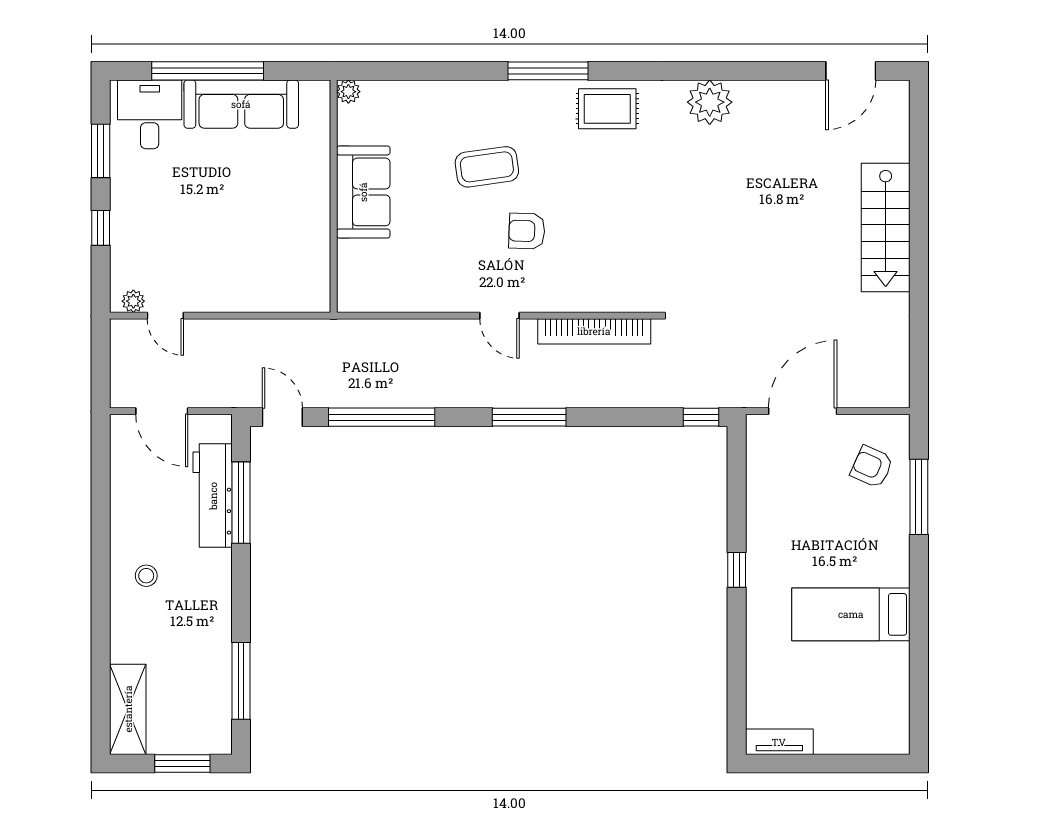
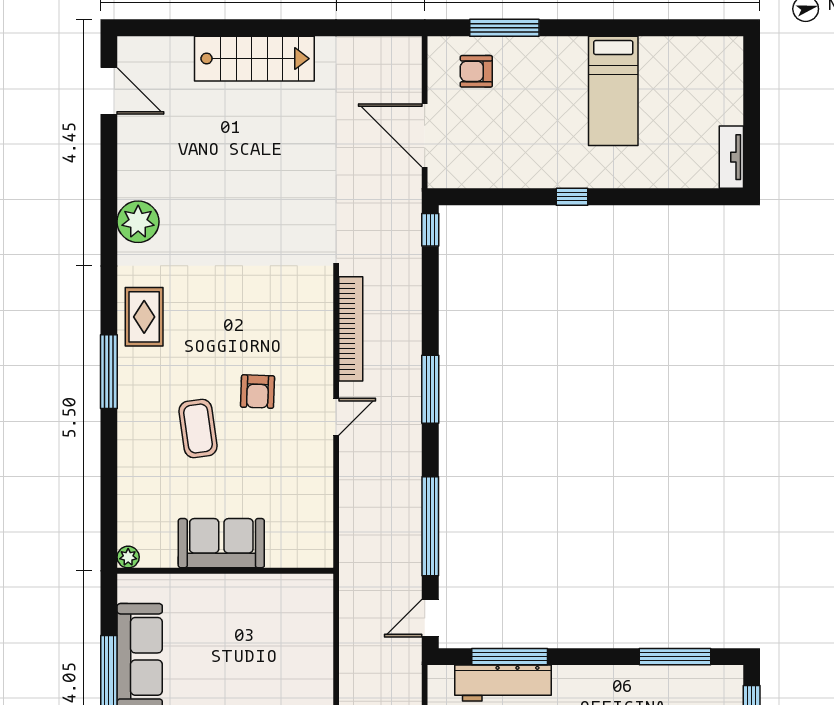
armchair: (872, 467) -> (476, 71), turned 66

